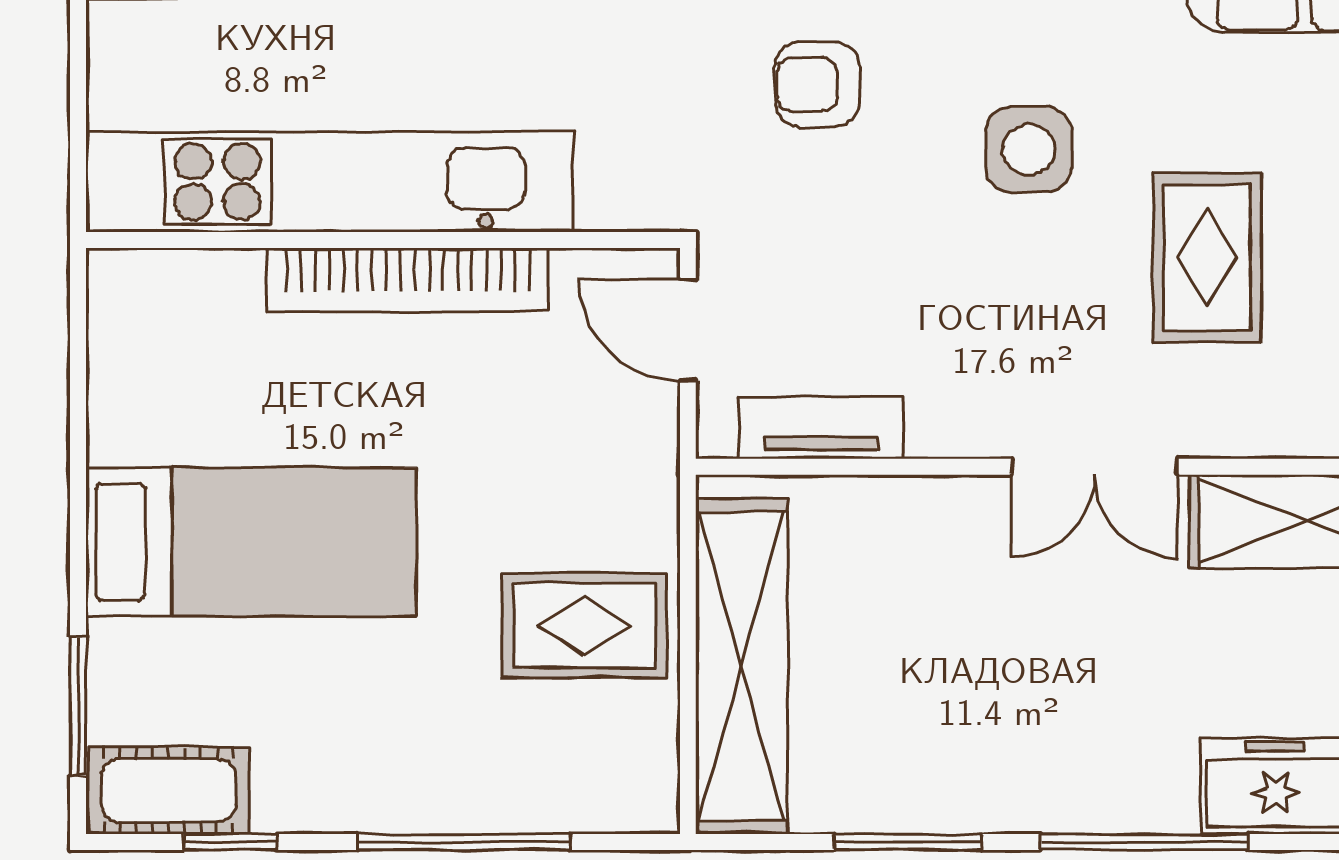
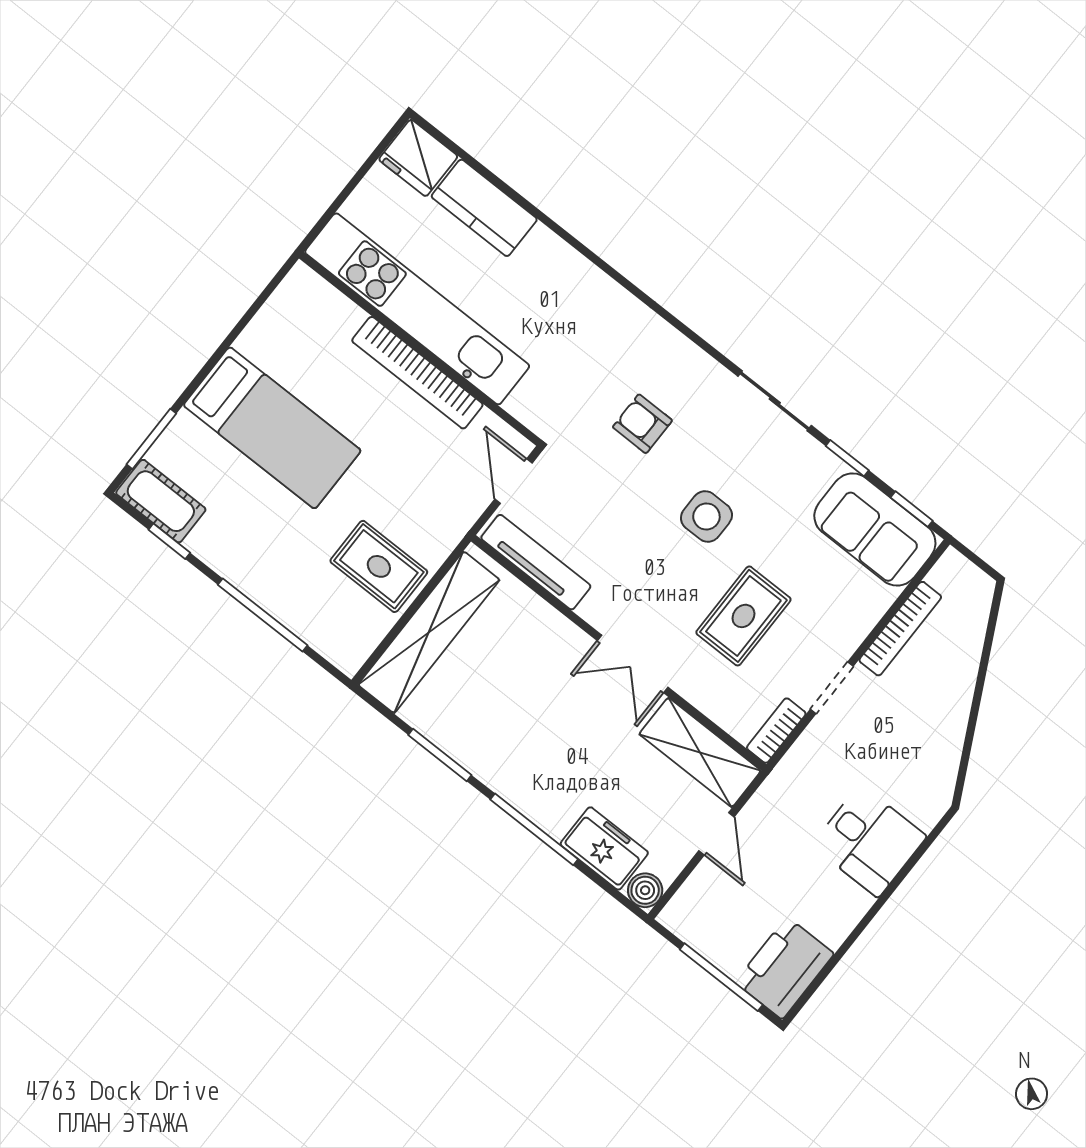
tv unit: (821, 428) -> (536, 562), width x1.41

